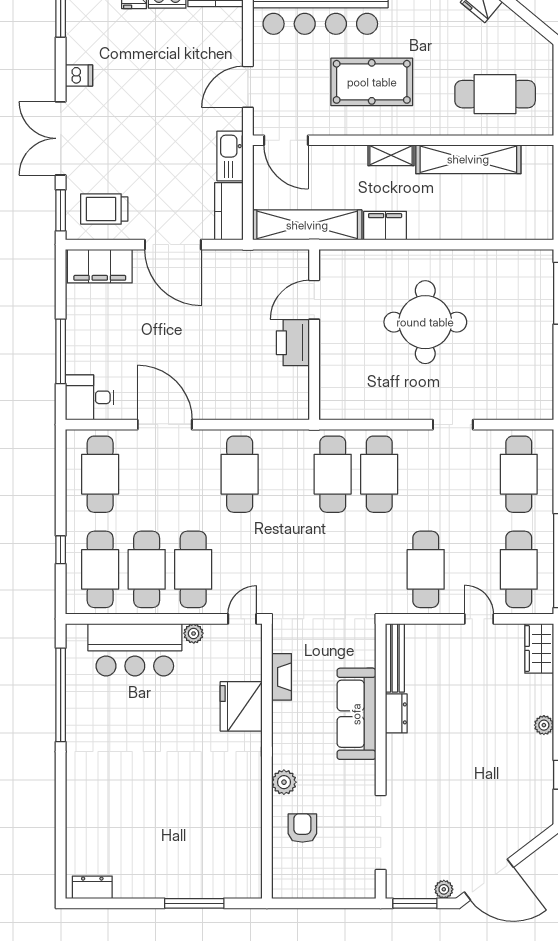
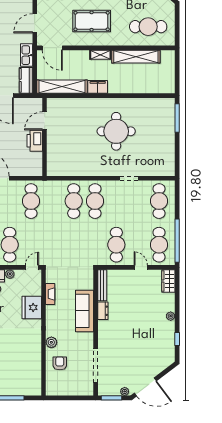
door: (314, 300) -> (45, 121), moved
wall: (314, 335) -> (45, 137), moved
printer: (293, 343) -> (35, 141), moved

